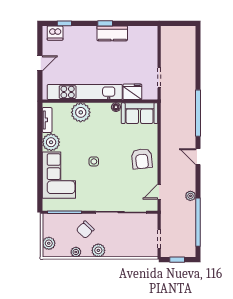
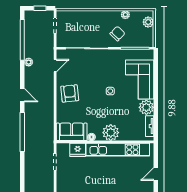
plant: (81, 112) -> (111, 133), moved
plant: (98, 250) -> (106, 16), removed

